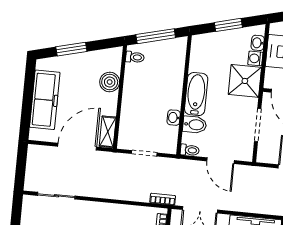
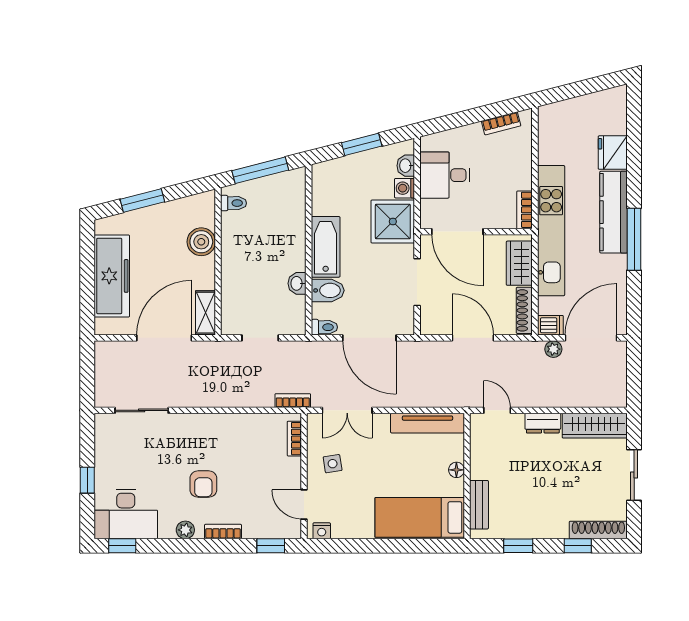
door: (220, 161) -> (369, 338), width x1.36

